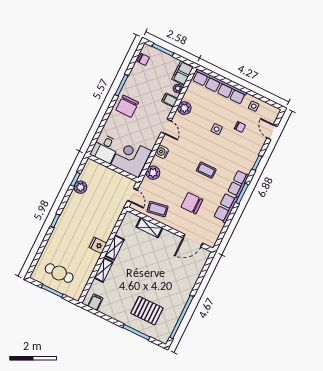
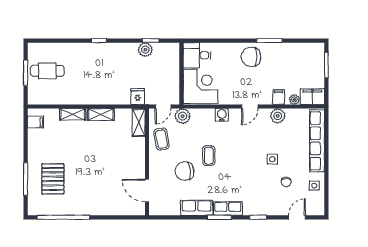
chair: (143, 59) -> (307, 50), removed
coffee table: (206, 170) -> (209, 156), moved
plant: (153, 173) -> (182, 116), moved
chair: (192, 203) -> (185, 171), turned -96
shelving: (149, 227) -> (139, 123), moved
fridge: (98, 245) -> (138, 96), moved
cafe table: (59, 273) -> (47, 71), turned 90

